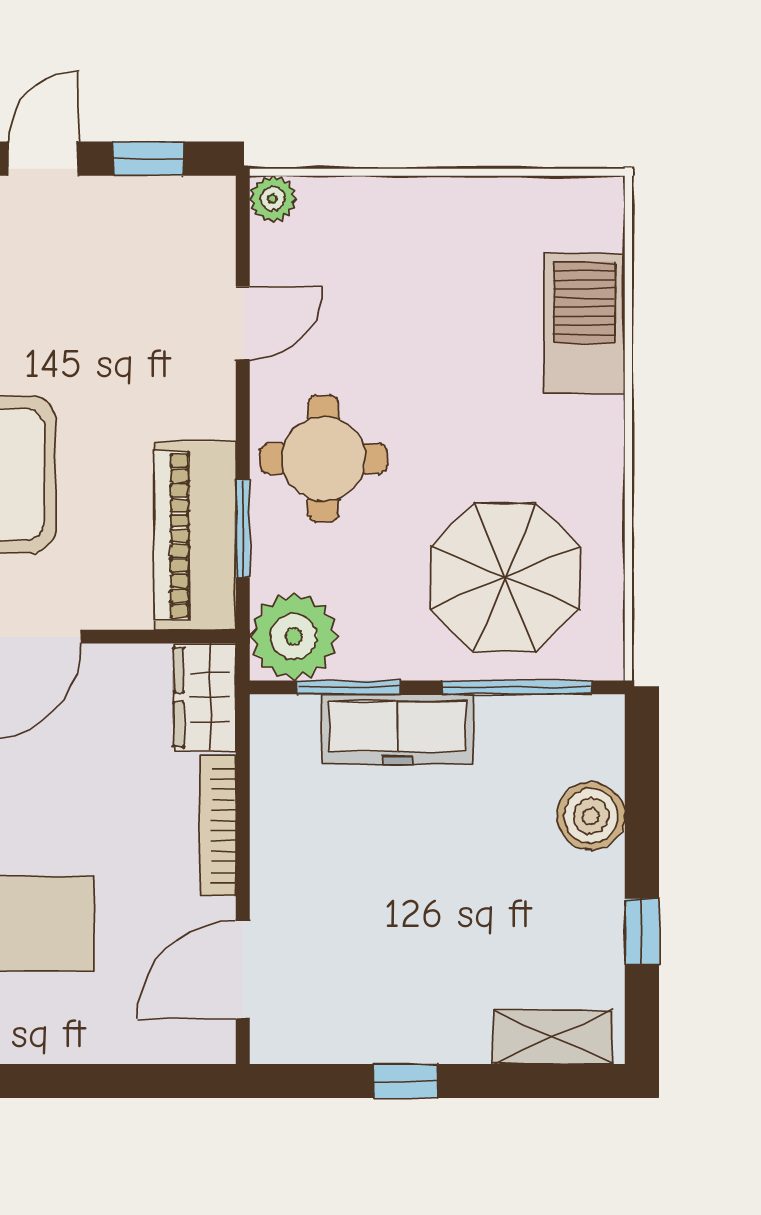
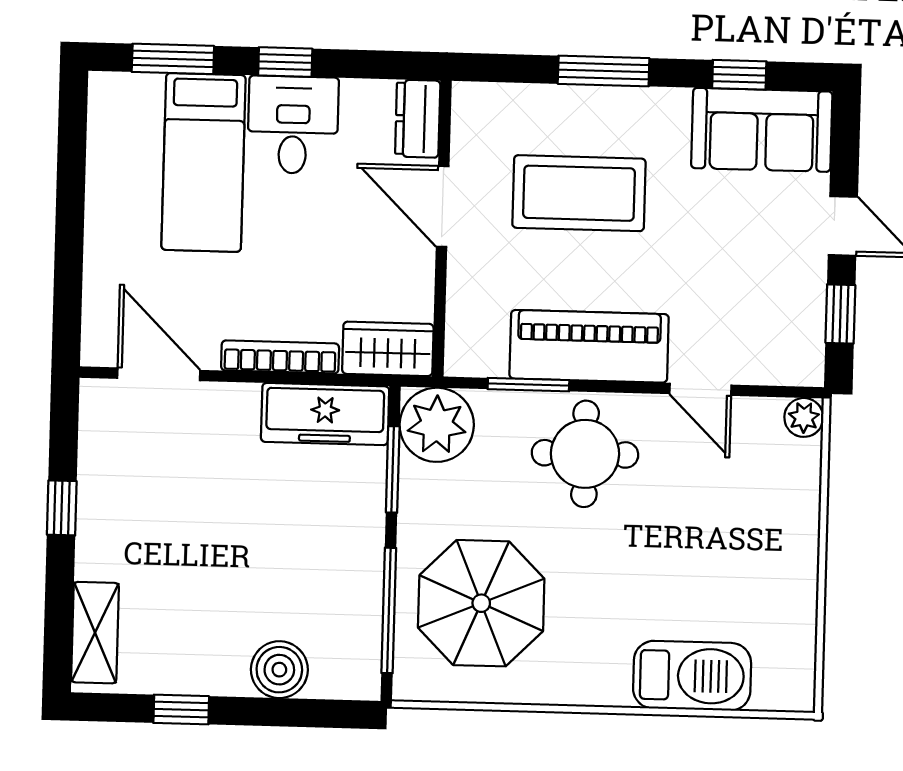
piano: (195, 536) -> (589, 346), moved
freezer: (397, 729) -> (325, 414), moved, turned -90

